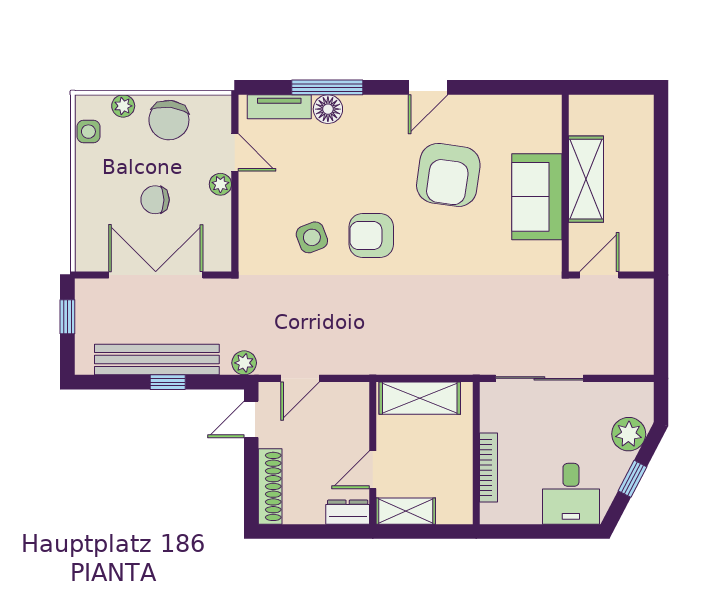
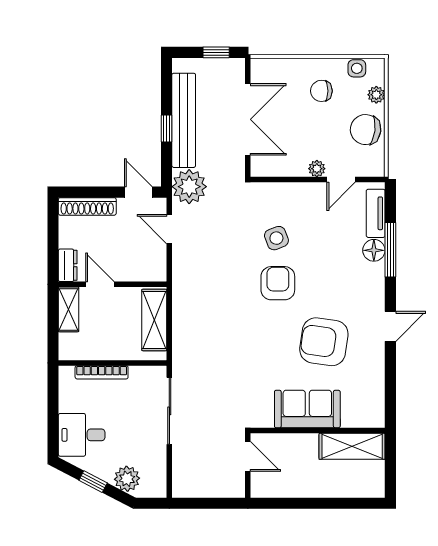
door: (428, 87) -> (390, 326), swing flipped
shelving: (586, 179) -> (352, 446), moved
chair: (155, 200) -> (321, 91), moved, turned -90
plant: (244, 363) -> (189, 187), width x1.87, depth x1.87

